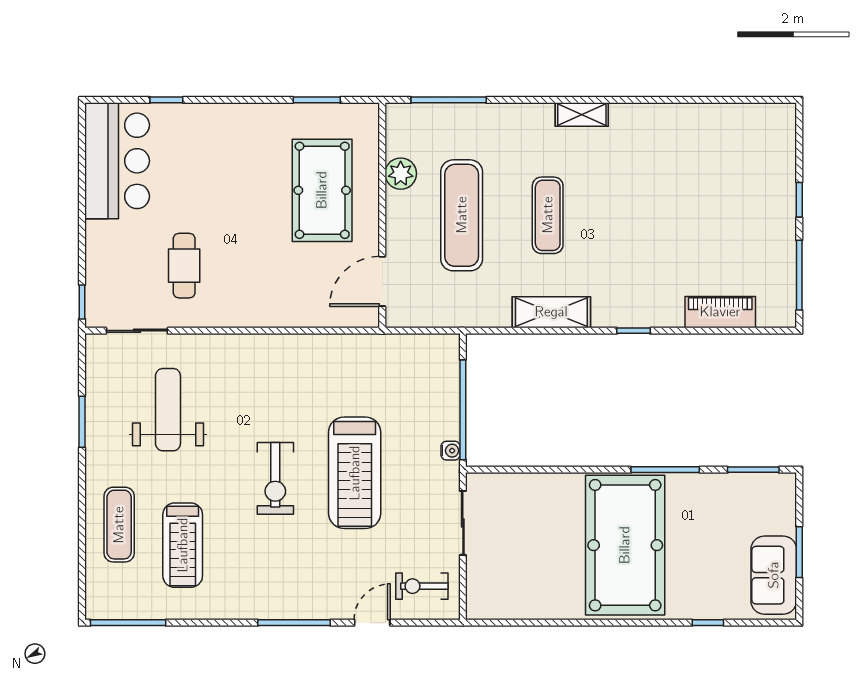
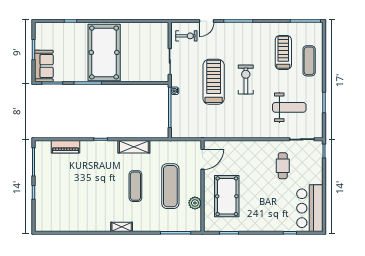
weight bench: (168, 410) -> (289, 107), turned -90
sofa: (774, 575) -> (44, 66), moved

